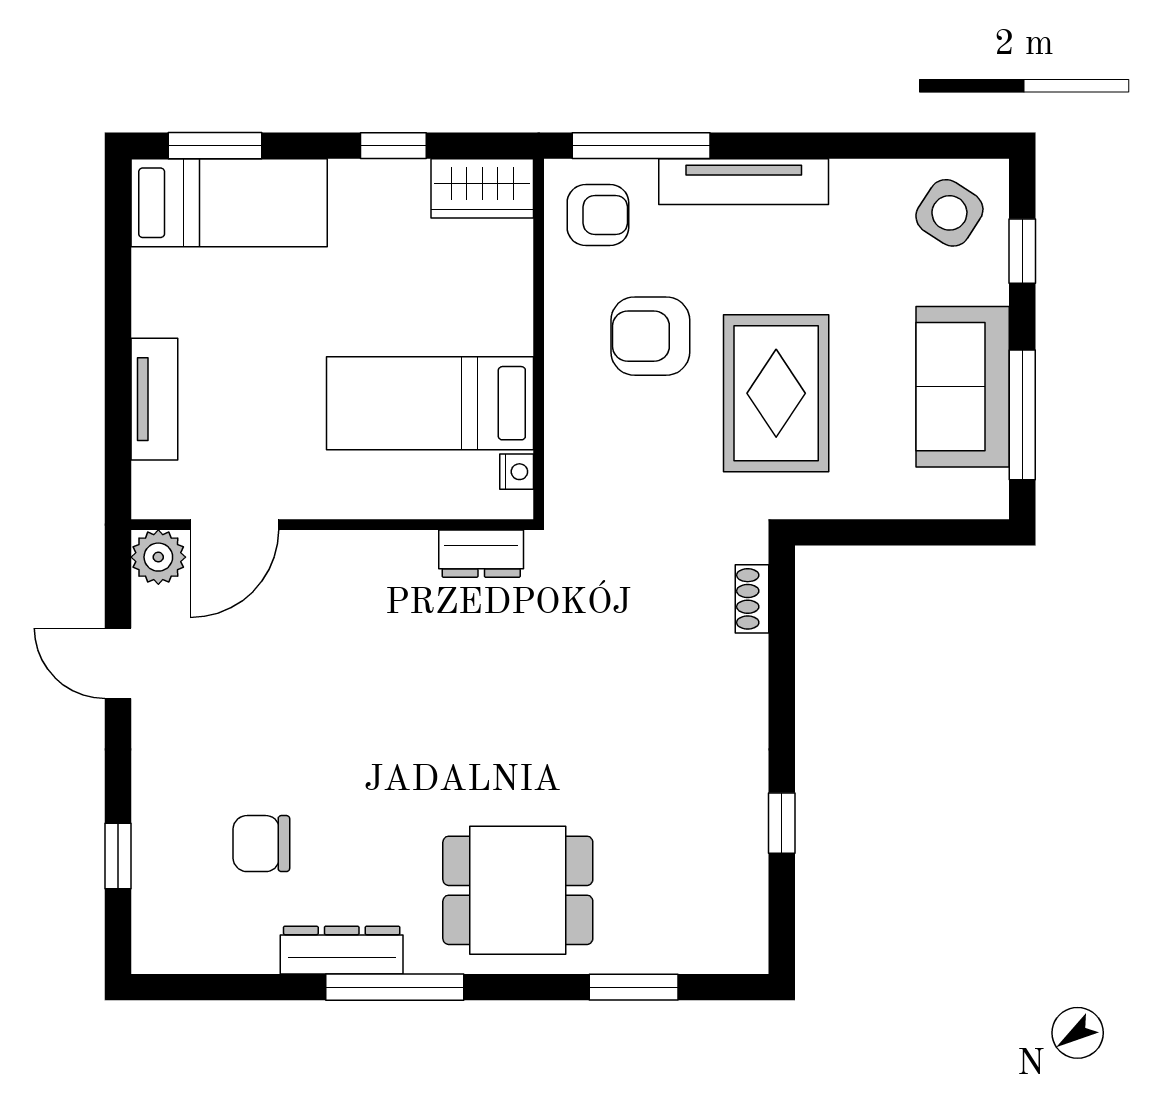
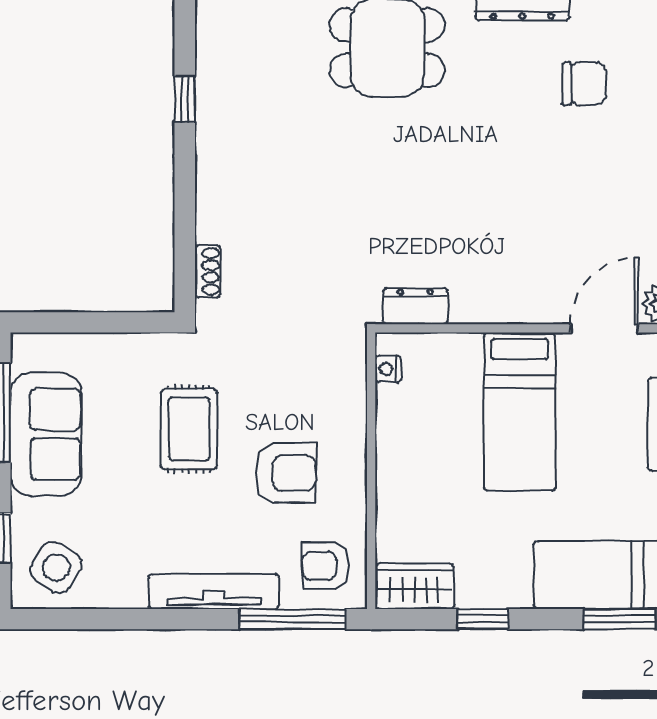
rug: (776, 393) -> (189, 429), width x0.73, depth x0.70
bed: (430, 403) -> (520, 412), moved, turned 90

